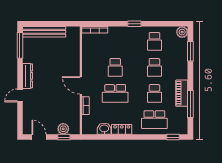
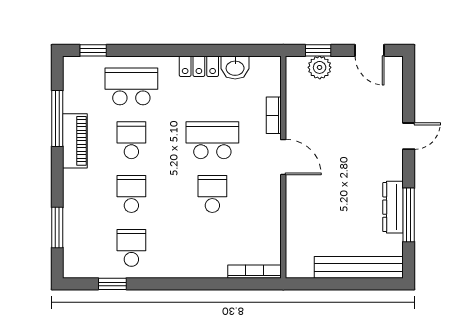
window: (134, 24) -> (112, 284), moved
plant: (182, 32) -> (74, 267), removed
window: (20, 45) -> (409, 215), moved
dresser: (28, 76) -> (393, 207), moved

